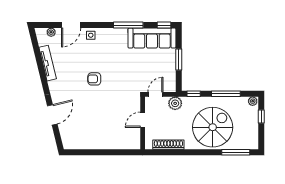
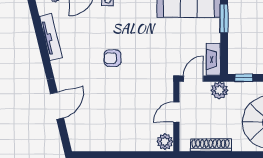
window: (179, 59) -> (224, 18), moved
fireplace: (171, 80) -> (213, 59), added
plant: (134, 142) -> (165, 142), added

